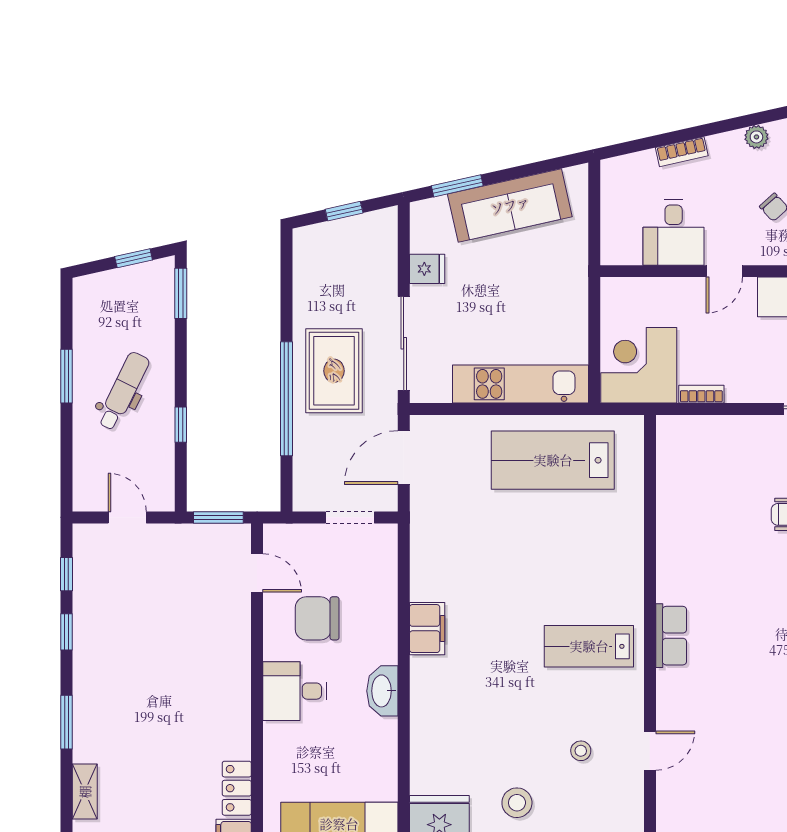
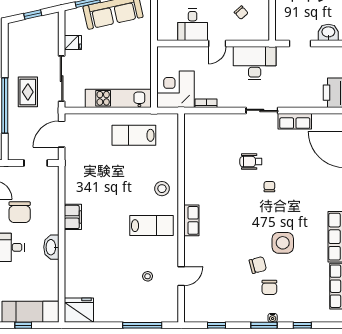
rug: (334, 371) -> (28, 92), width x0.73, depth x0.70
lab bench: (553, 460) -> (134, 135), width x0.73, depth x0.72
chair: (317, 618) -> (20, 212), turned -90
lab bench: (589, 646) -> (151, 226), turned 180
stool: (517, 803) -> (162, 189), moved

